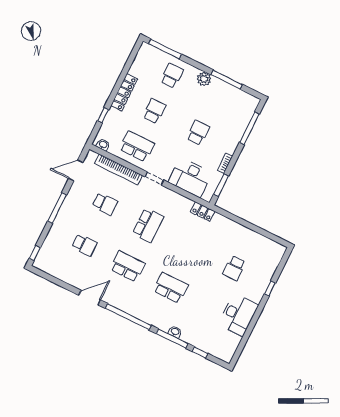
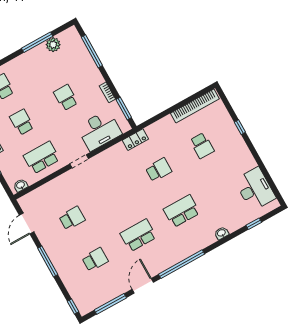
plant: (204, 79) -> (53, 45), moved
bookcase: (119, 170) -> (195, 106), moved
school desk: (148, 225) -> (159, 170), moved, width x0.54
desk: (238, 315) -> (255, 189), moved
window: (172, 339) -> (110, 304), moved

